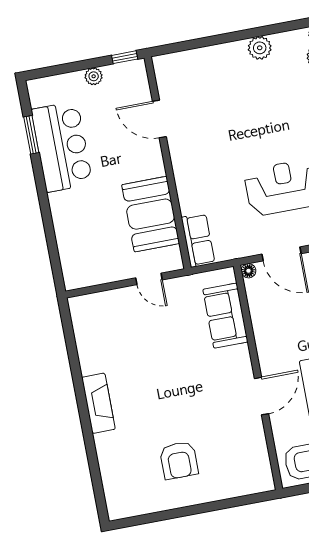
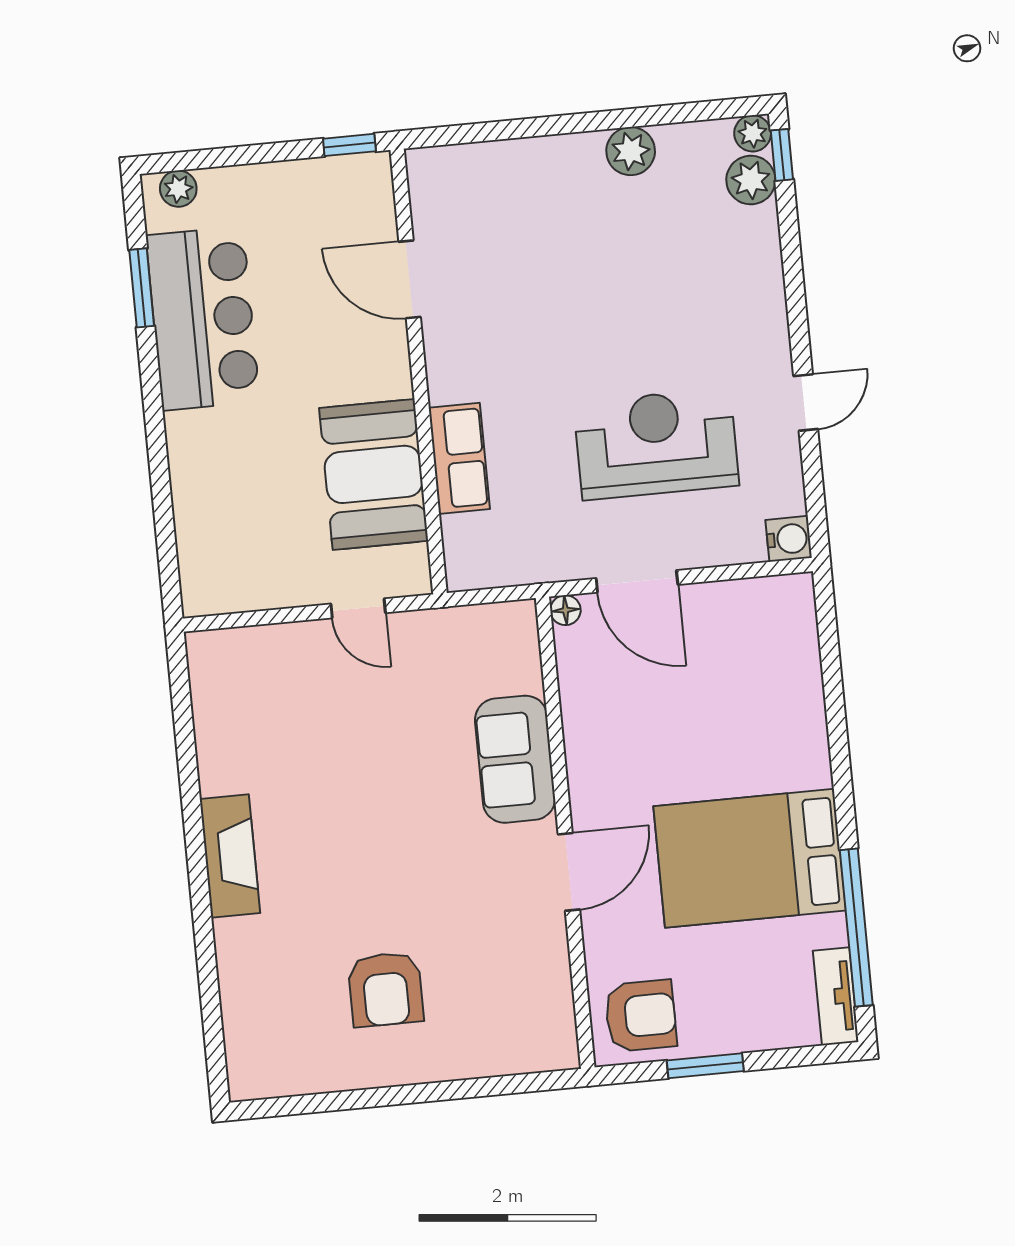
plant: (94, 76) -> (178, 189), moved
row of seats: (198, 240) -> (459, 458), moved
sofa: (225, 316) -> (515, 759), moved

